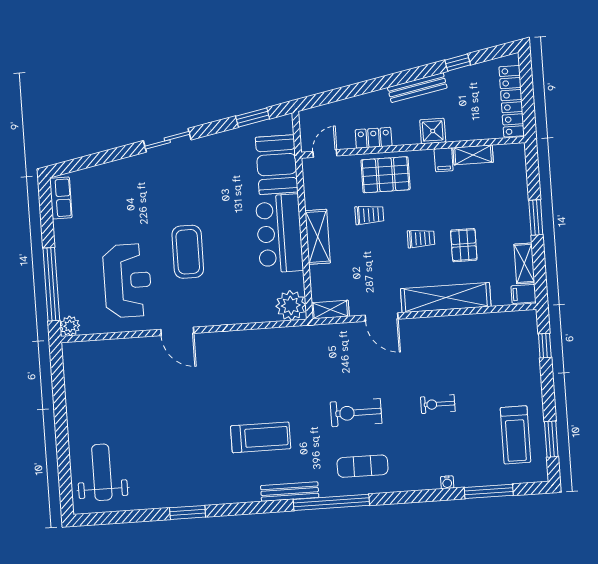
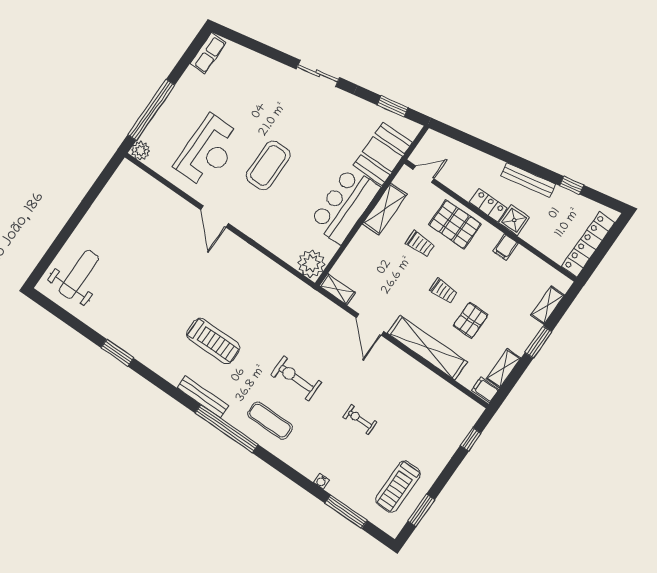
locker: (374, 138) -> (488, 205), moved
shelving: (473, 155) -> (548, 305), moved, turned 90
shelving: (318, 237) -> (385, 209), moved

